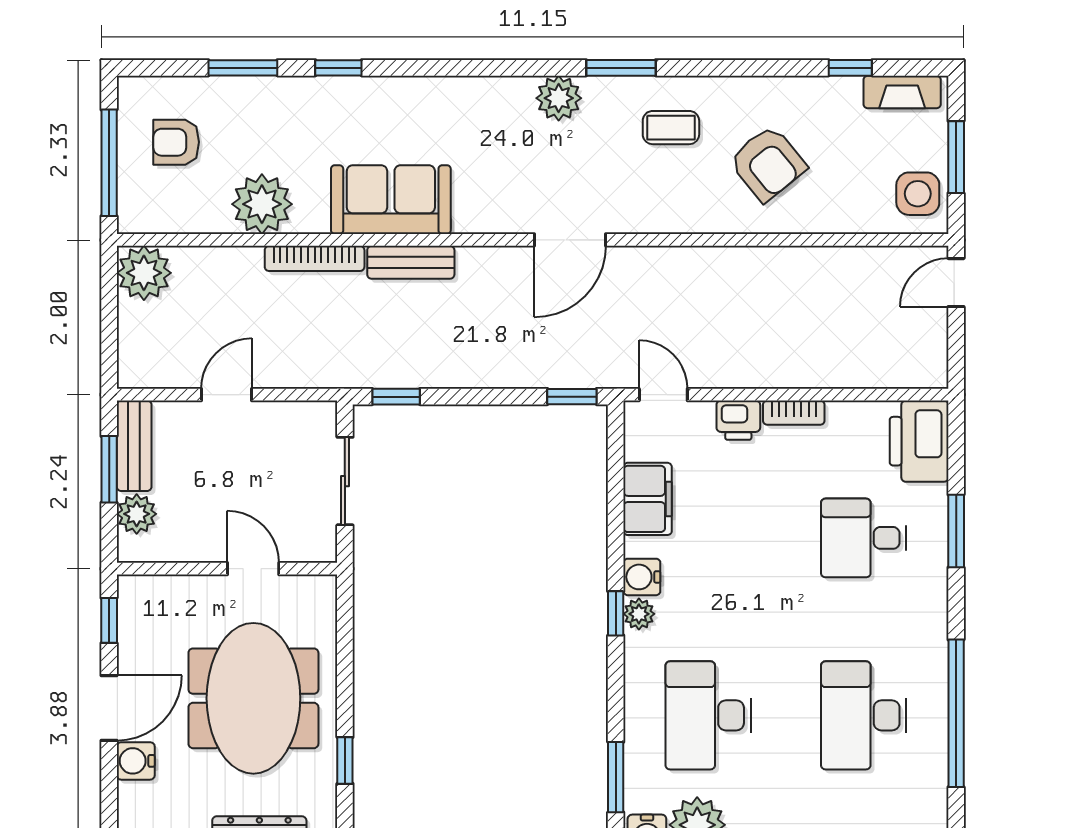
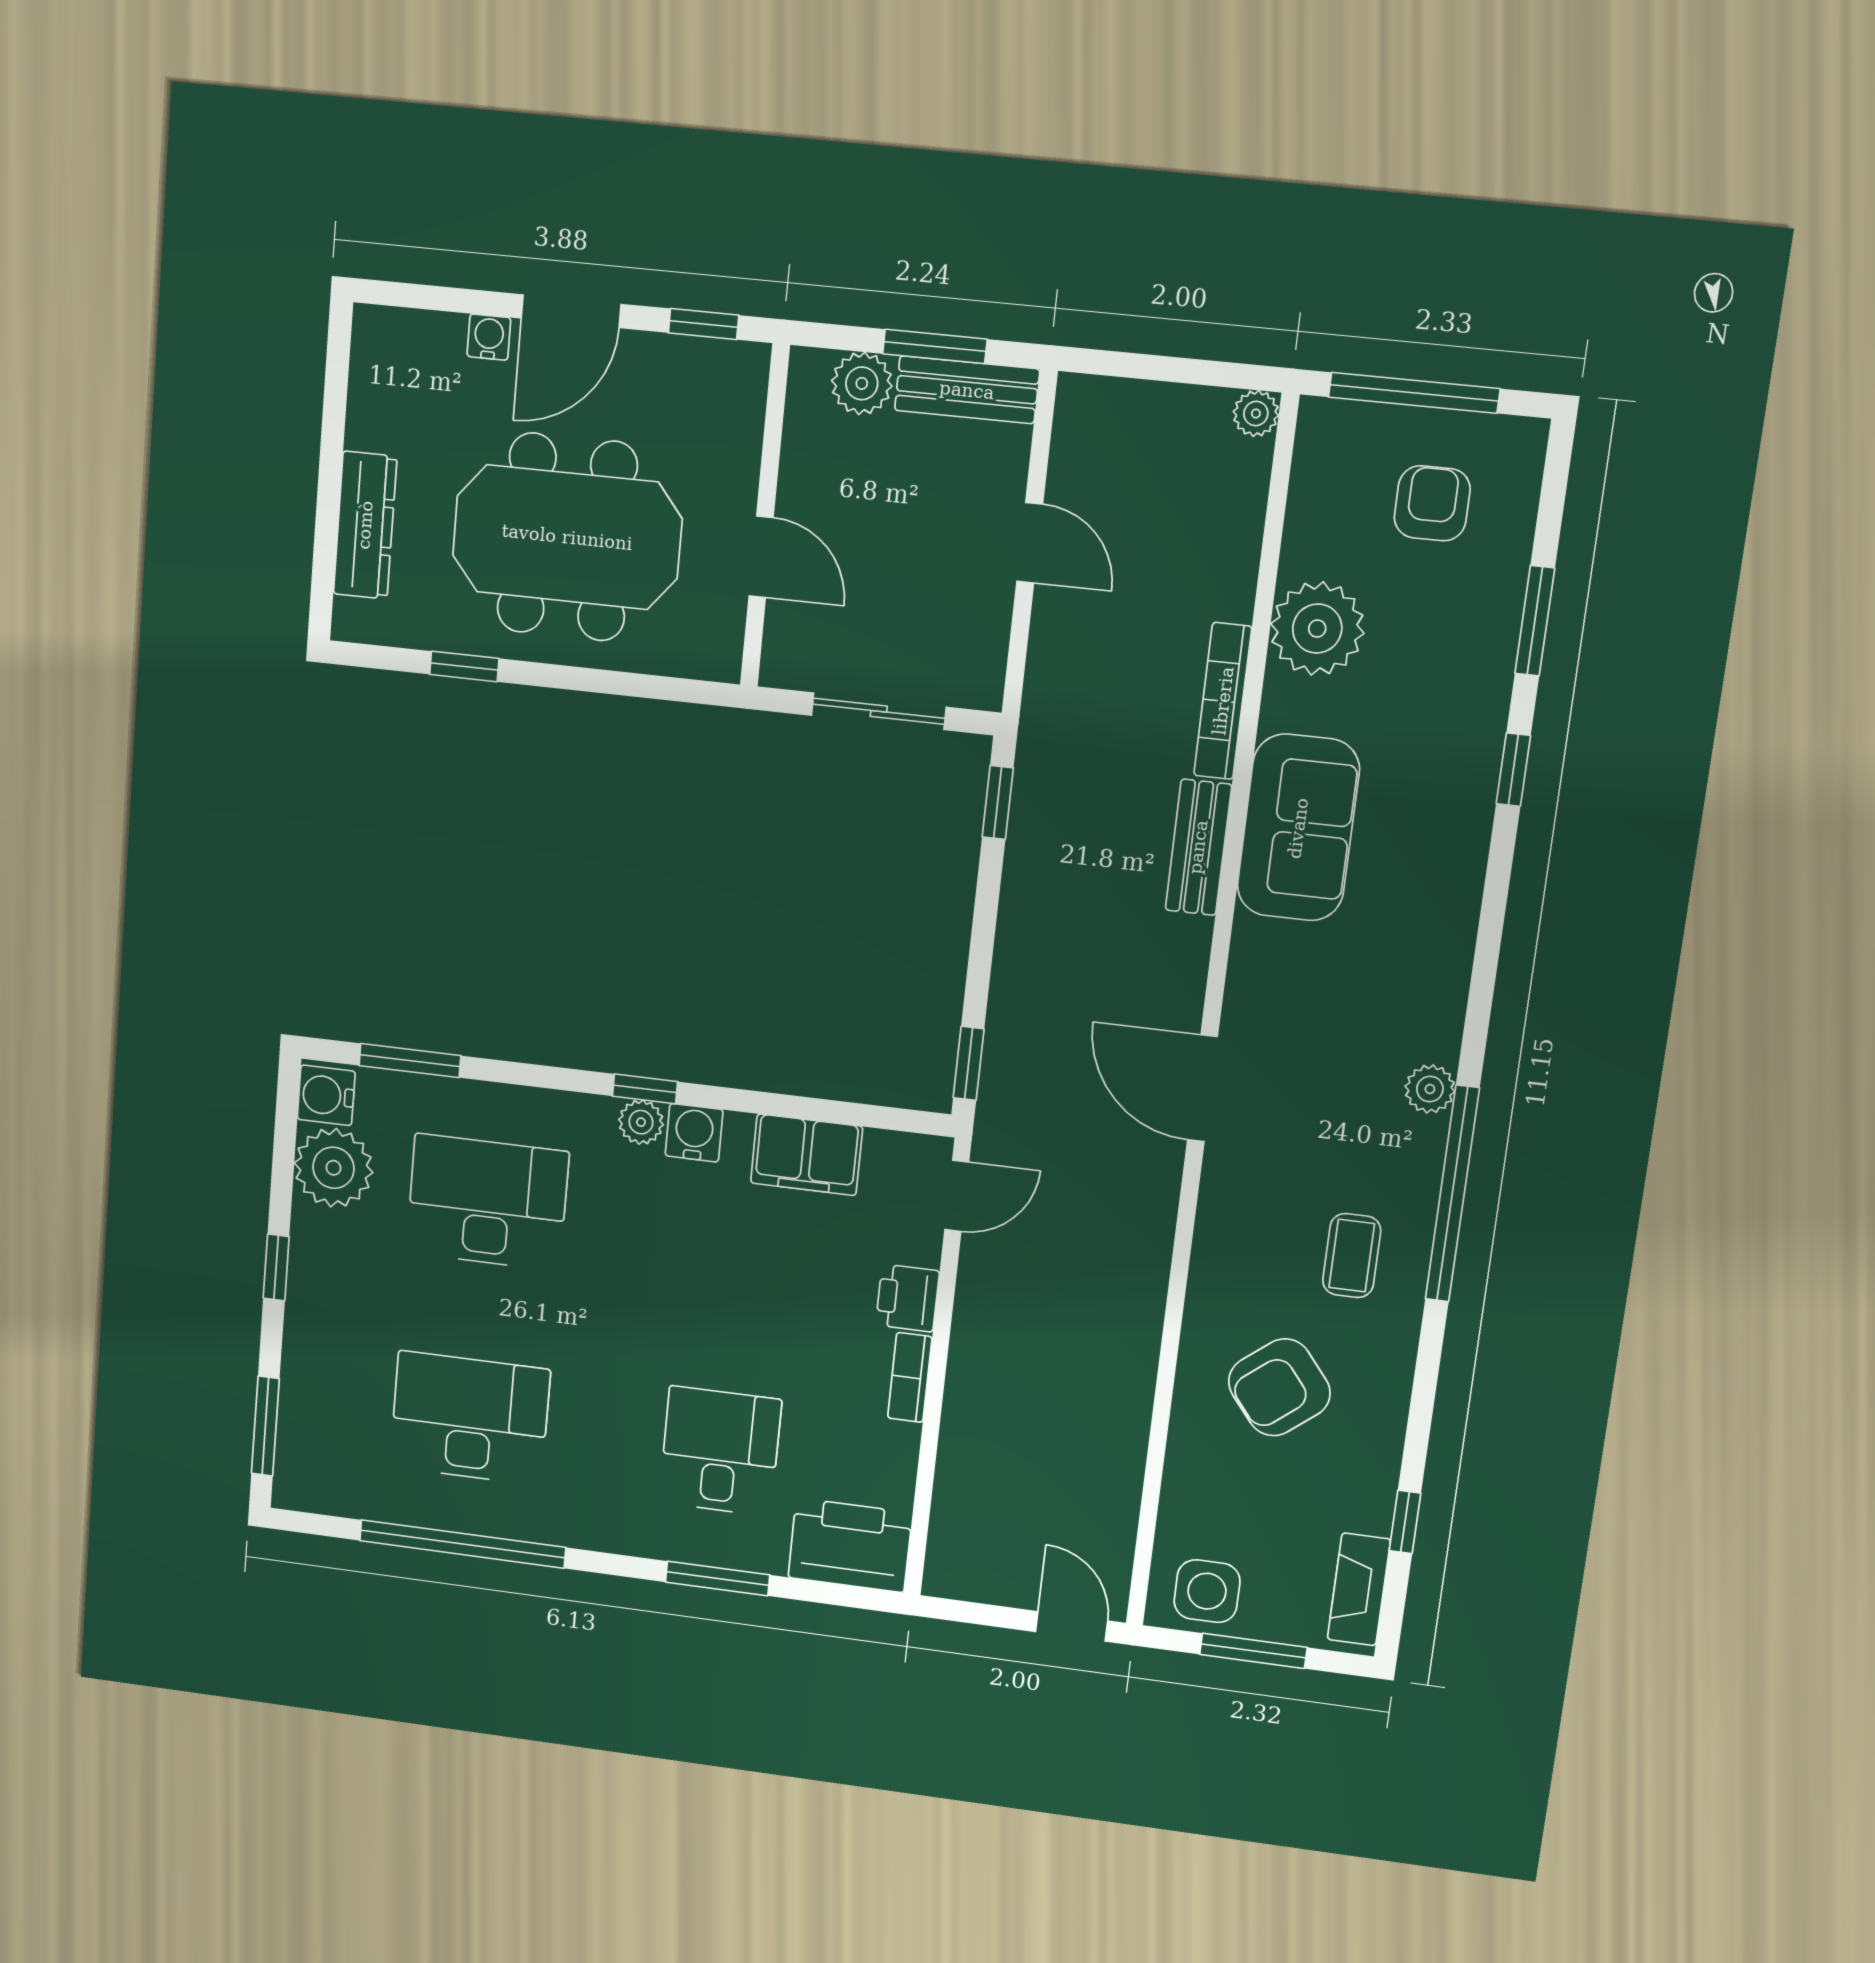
window: (621, 68) -> (1452, 1194), width x2.11
plant: (559, 98) -> (1430, 1089), width x0.73, depth x0.73
plant: (144, 273) -> (1256, 414), width x0.53, depth x0.53
door: (253, 569) -> (761, 557), hinge flipped
door: (109, 708) -> (571, 311), hinge flipped
water cooler: (136, 761) -> (489, 337), width x0.72, depth x0.72

